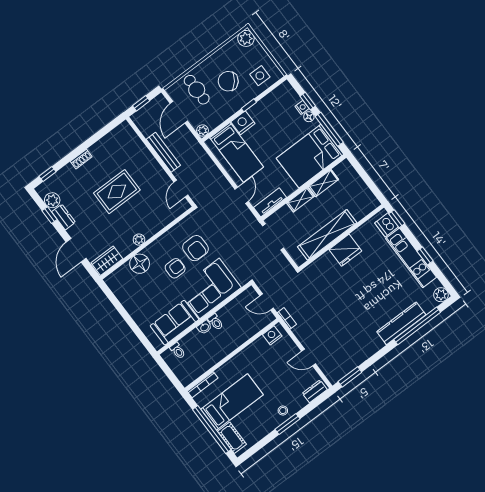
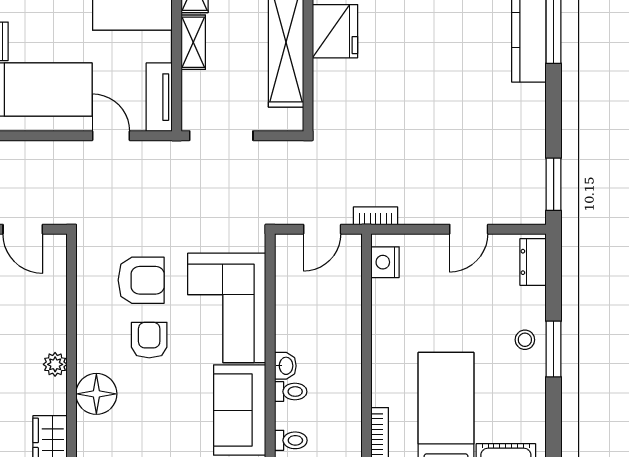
toilet: (216, 322) -> (291, 392), moved

